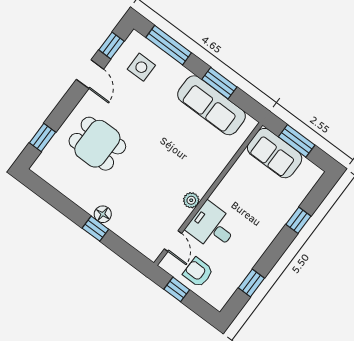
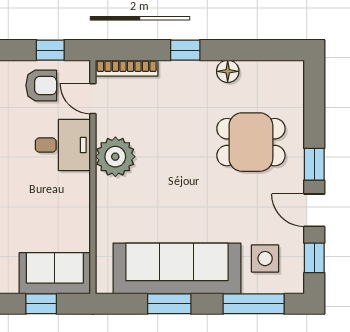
sofa: (211, 105) -> (177, 268), width x1.36, depth x1.27
window: (43, 137) -> (314, 164), moved
window: (297, 141) -> (41, 304), width x0.67
plant: (191, 200) -> (115, 157), width x1.87, depth x1.87
floor lamp: (103, 214) -> (228, 71), moved
bookcase: (139, 244) -> (127, 68), added

